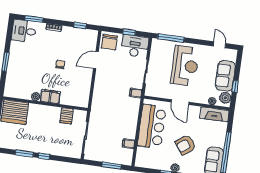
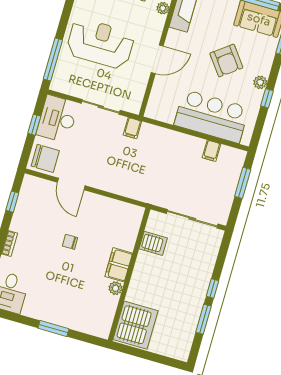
bar counter: (152, 126) -> (211, 116), moved

